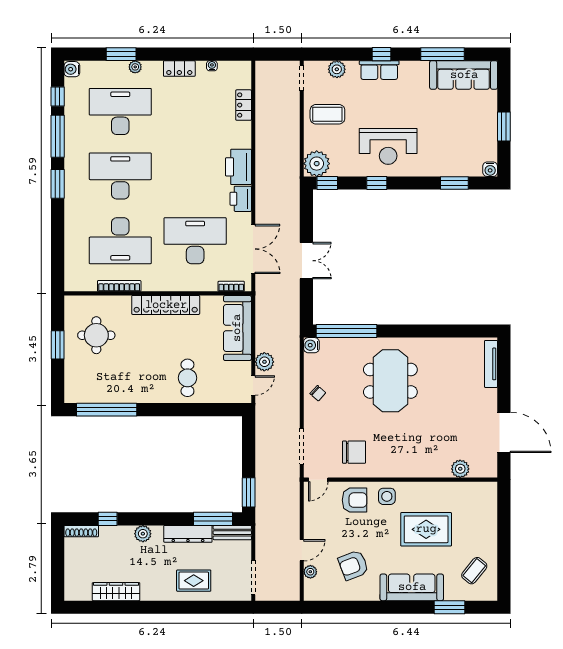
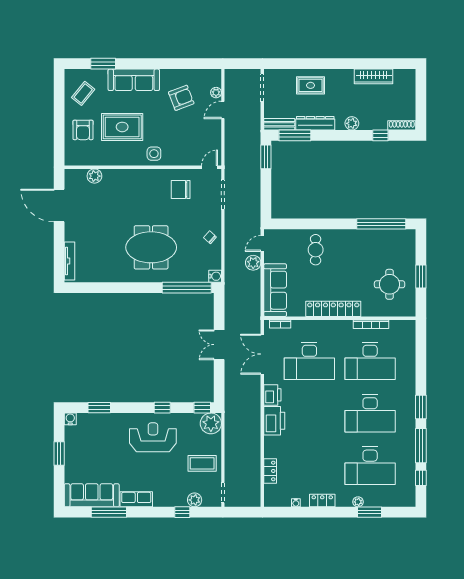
window: (382, 54) -> (182, 512), moved
water cooler: (72, 69) -> (409, 500), removed
row of seats: (379, 70) -> (136, 499), moved
desk: (120, 241) -> (370, 361), turned 180
meeting table: (390, 381) -> (151, 247), turned 90
armchair: (355, 500) -> (83, 130), moved, turned -90

